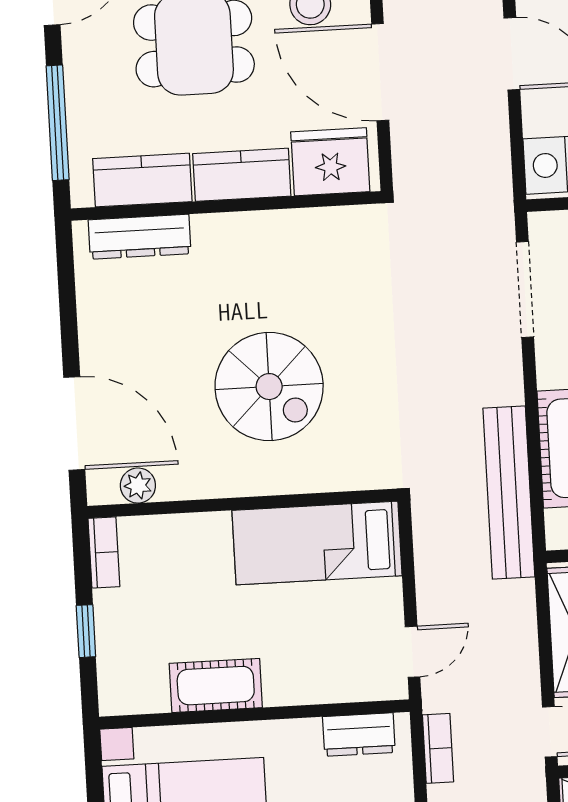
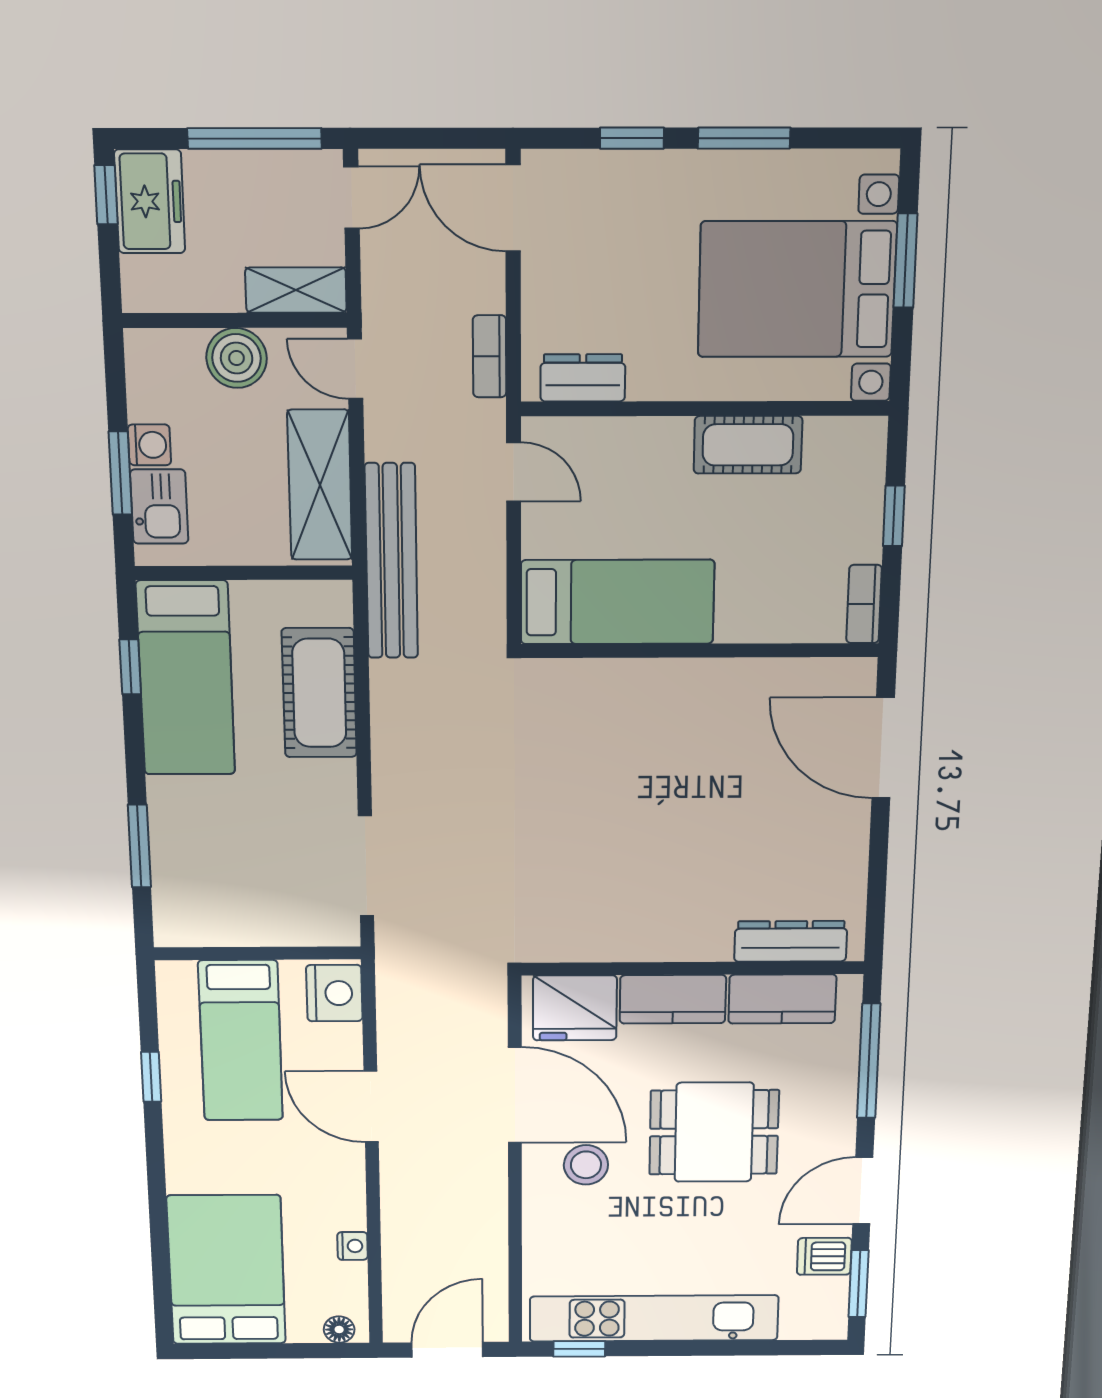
spiral stairs: (269, 387) -> (660, 777), removed
plant: (138, 486) -> (818, 677), removed
bench: (509, 493) -> (391, 561), moved
door: (413, 652) -> (514, 472), swing flipped

